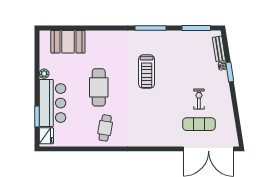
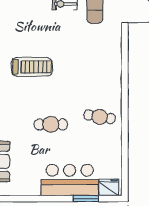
plant: (44, 74) -> (34, 190), removed
cafe table: (99, 87) -> (51, 124), width x0.73, depth x0.74

